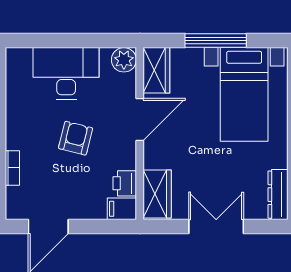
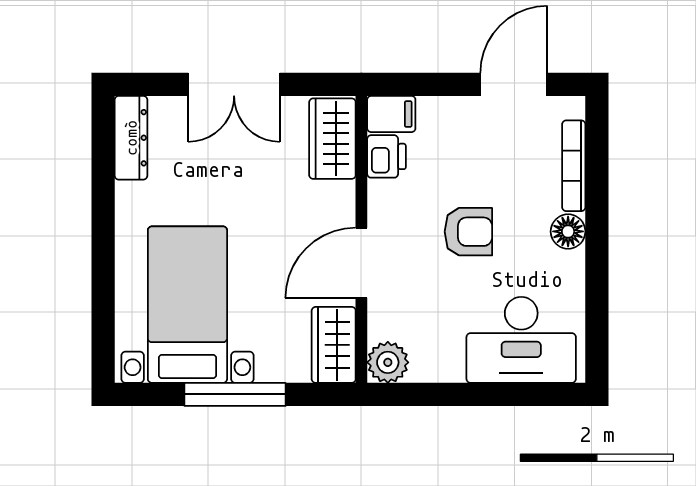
desk: (66, 73) -> (521, 340), moved
floor lamp: (16, 138) -> (568, 231), added
armchair: (76, 138) -> (468, 232), turned -104
bookcase: (12, 168) -> (574, 166), width x1.56

